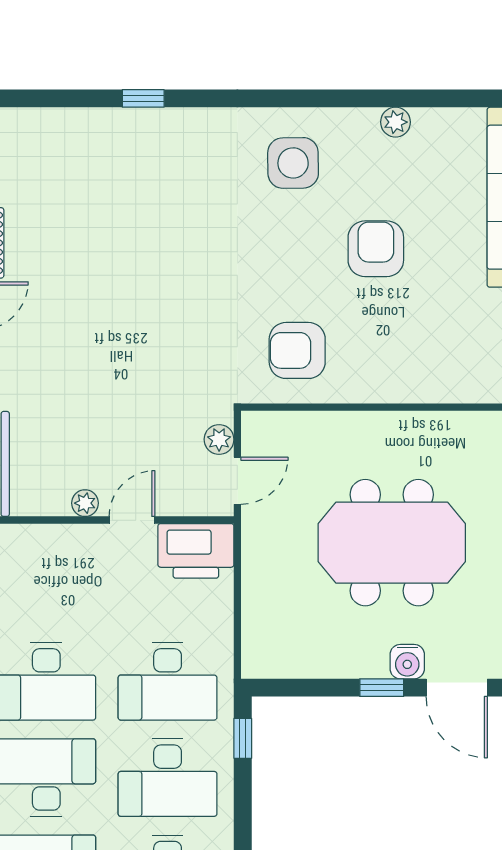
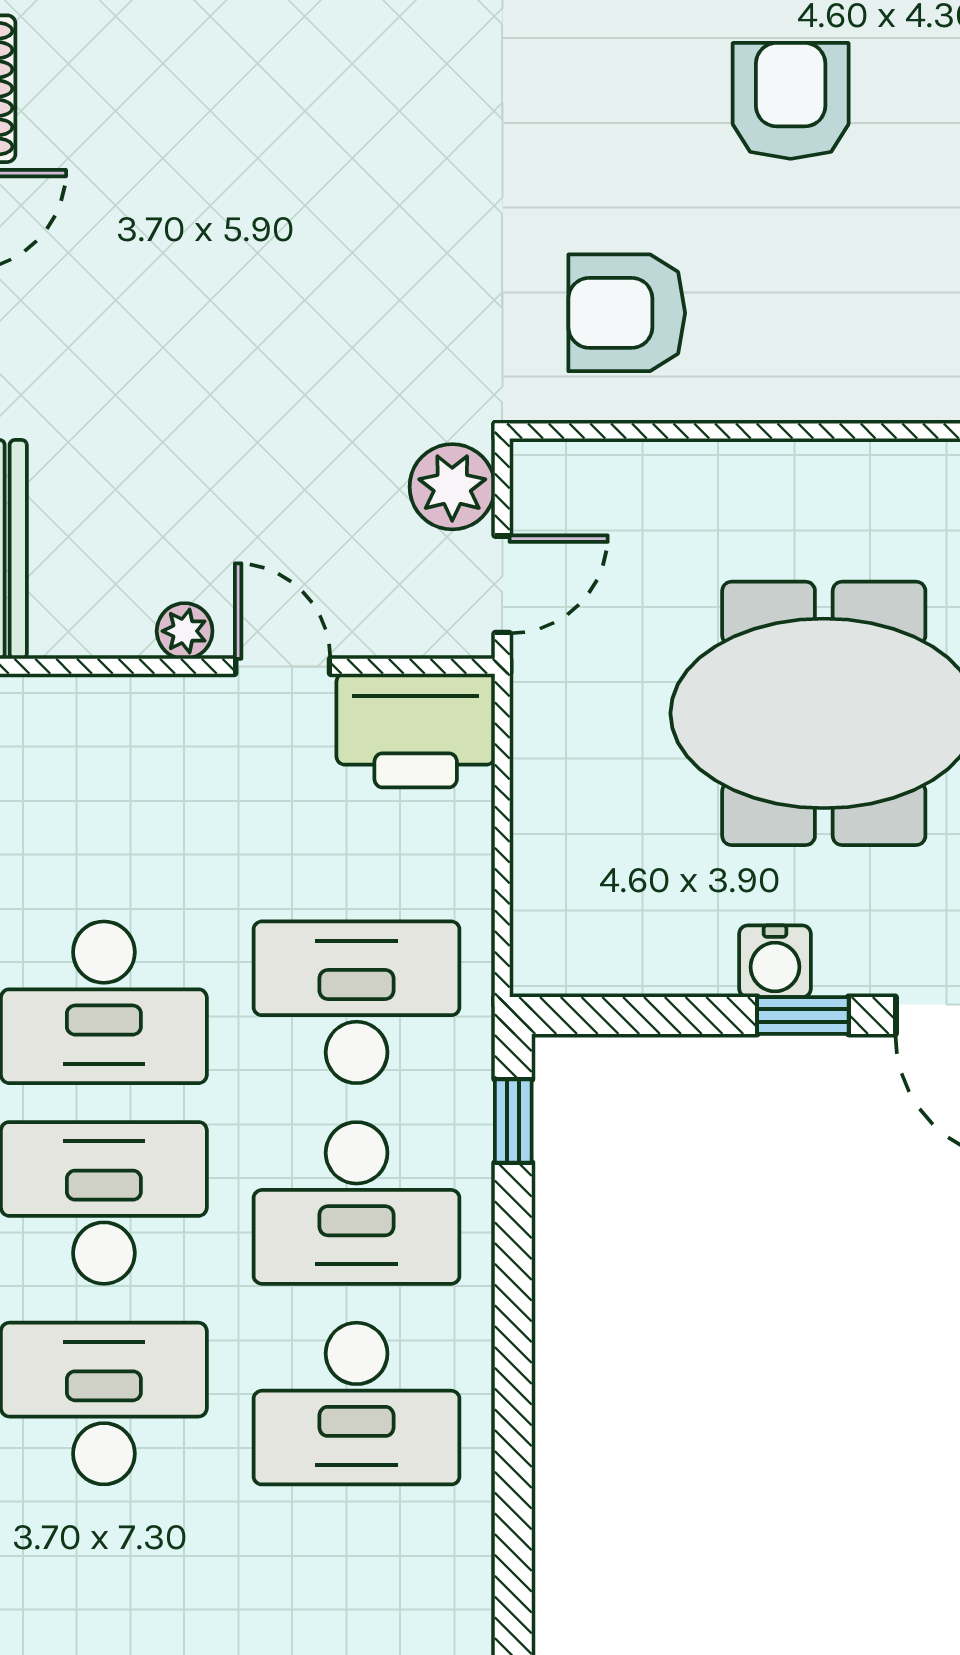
plant: (219, 439) -> (452, 487), width x1.38, depth x1.38
door: (132, 520) -> (283, 666), hinge flipped
water cooler: (407, 662) -> (775, 961), moved
desk: (168, 681) -> (357, 1002), turned 180

